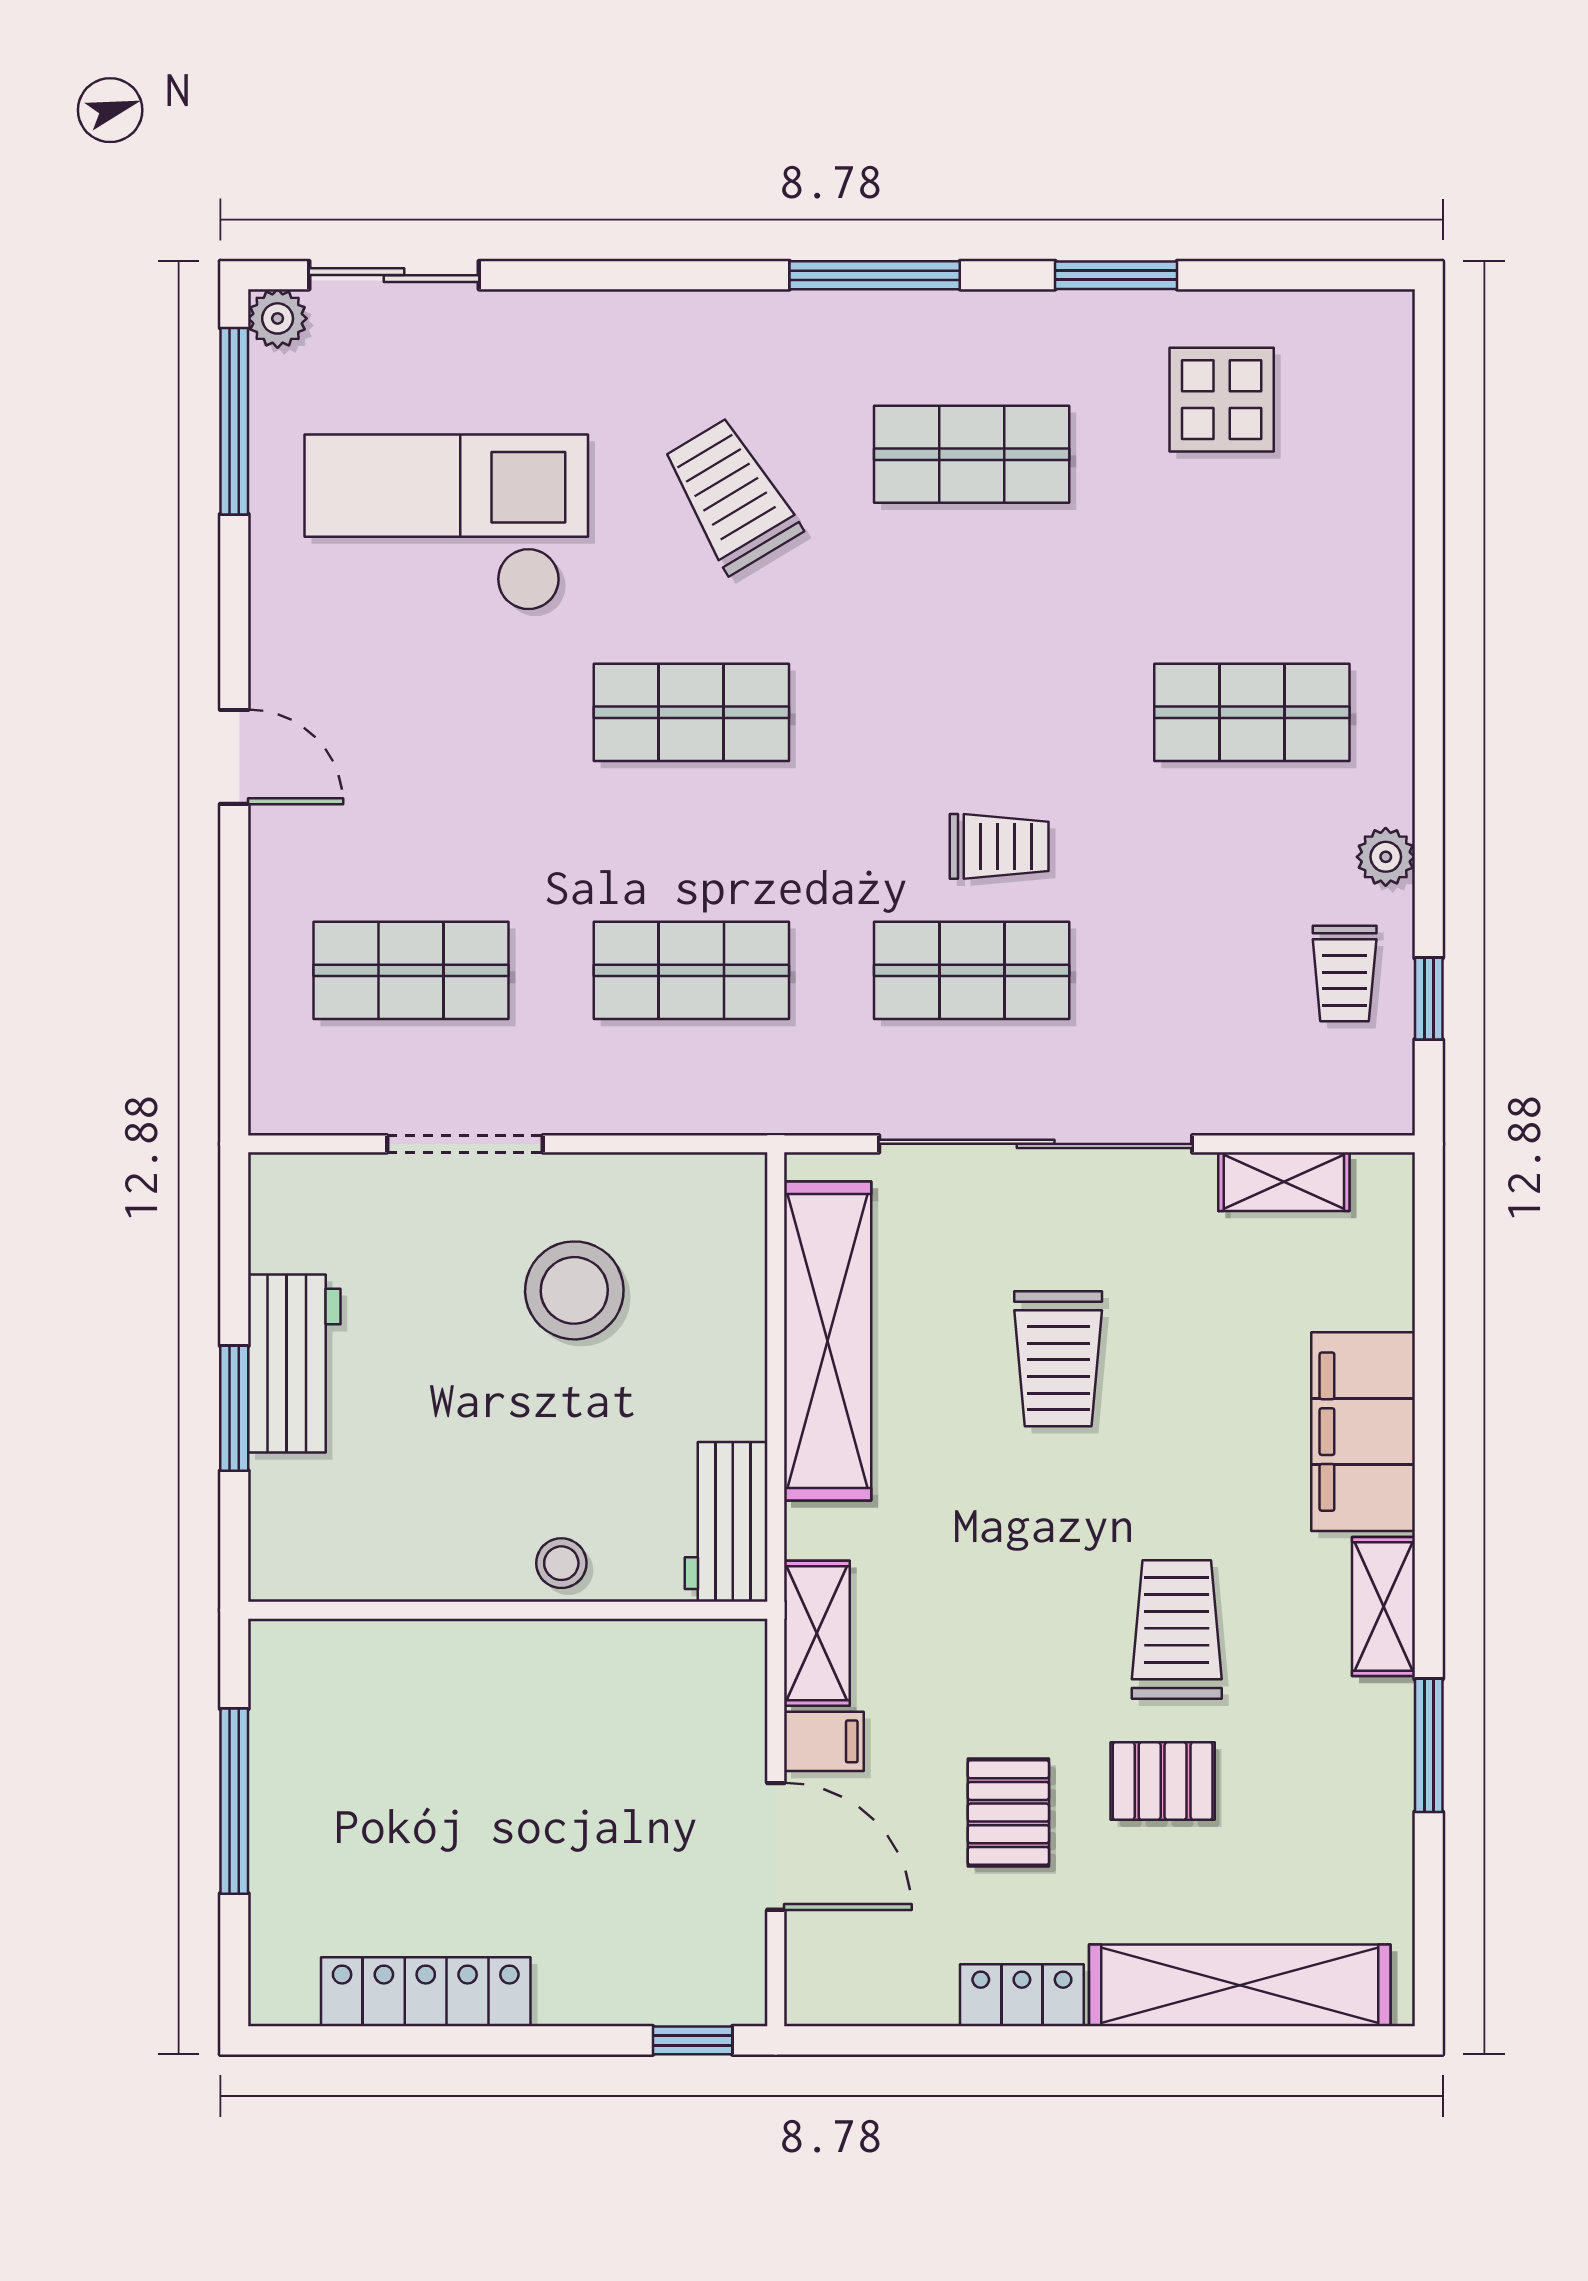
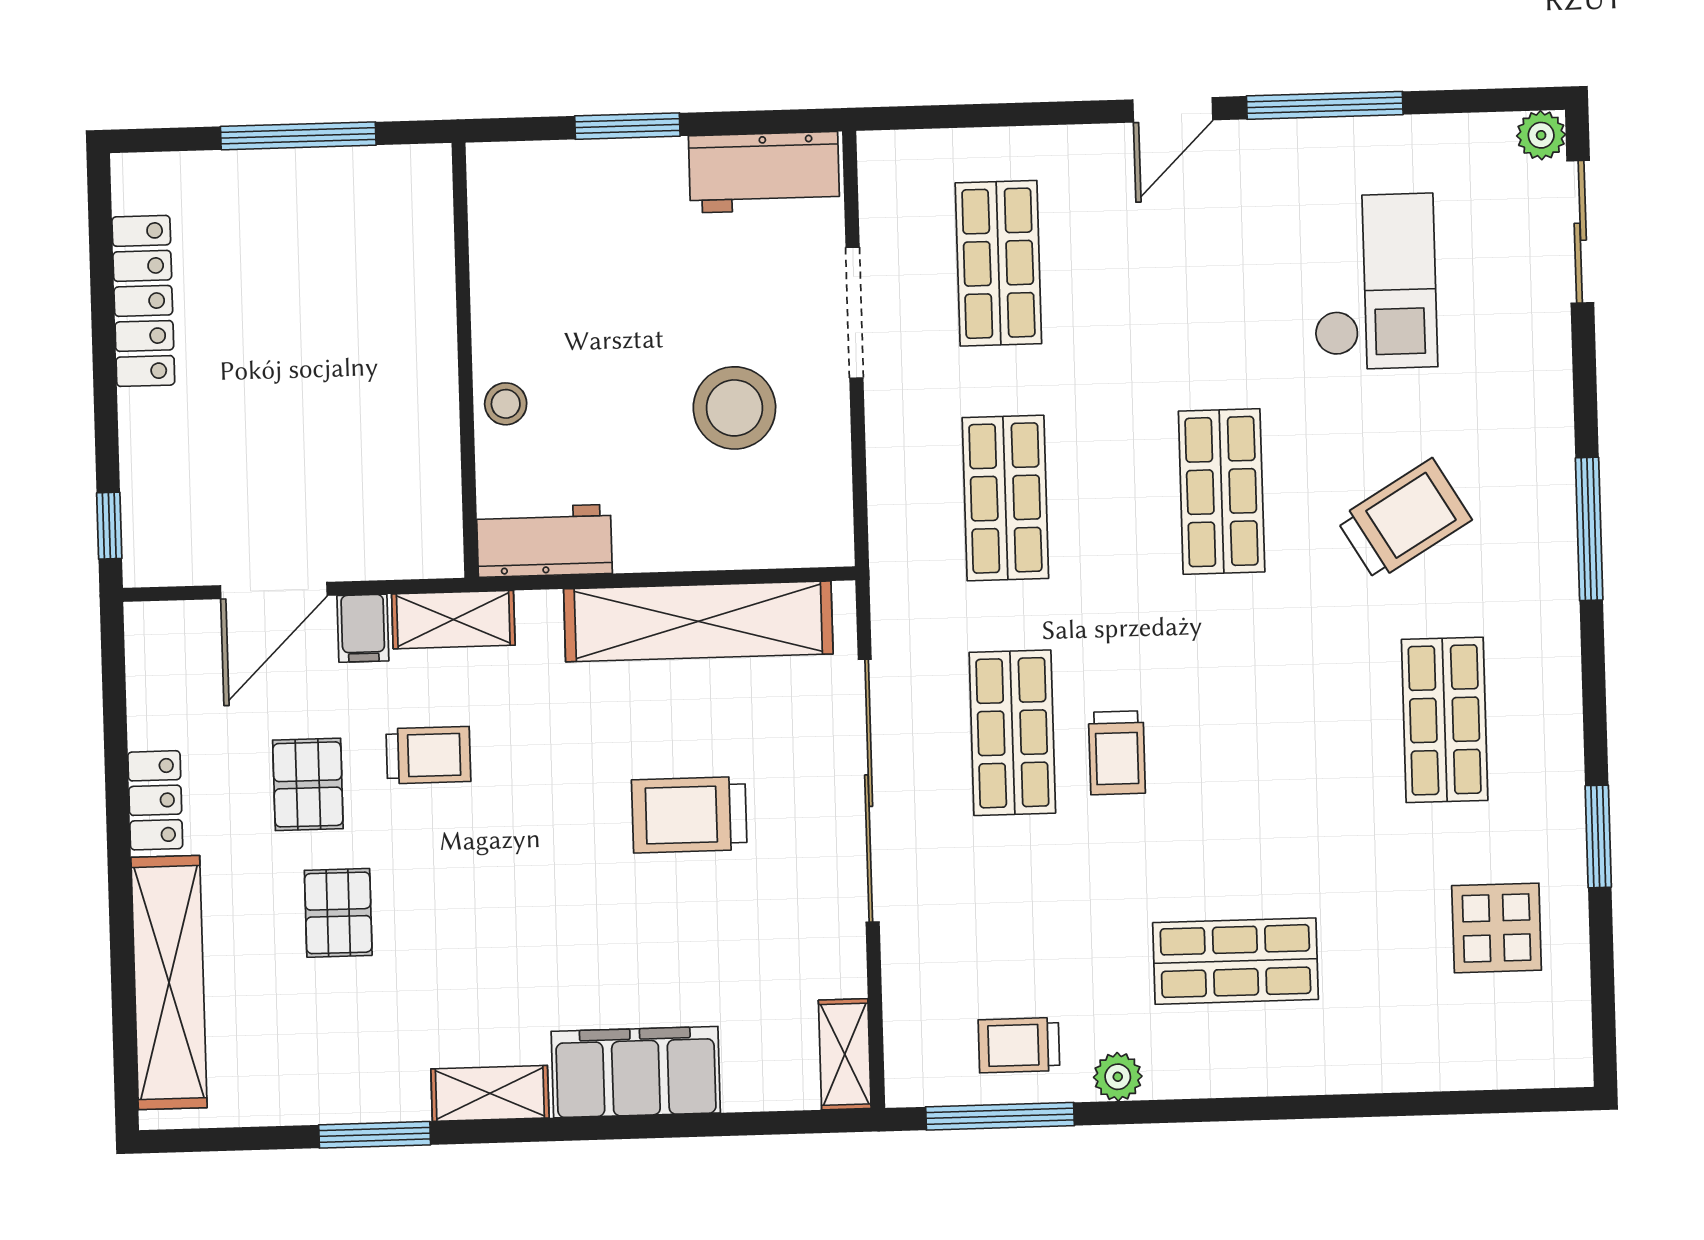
window: (875, 275) -> (1589, 529), moved
window: (234, 421) -> (1325, 105), moved
checkout: (446, 523) -> (1374, 282), width x0.73, depth x0.83
shop shelf: (1252, 712) -> (1235, 961), turned 90
window: (1429, 999) -> (1000, 1116), width x2.17
shelving: (1284, 1182) -> (845, 1054), moved
workbench: (294, 1364) -> (764, 172), moved
trolley: (1177, 1630) -> (428, 755), moved, width x0.73, depth x0.72
pallet: (1008, 1813) -> (308, 784), turned 90

